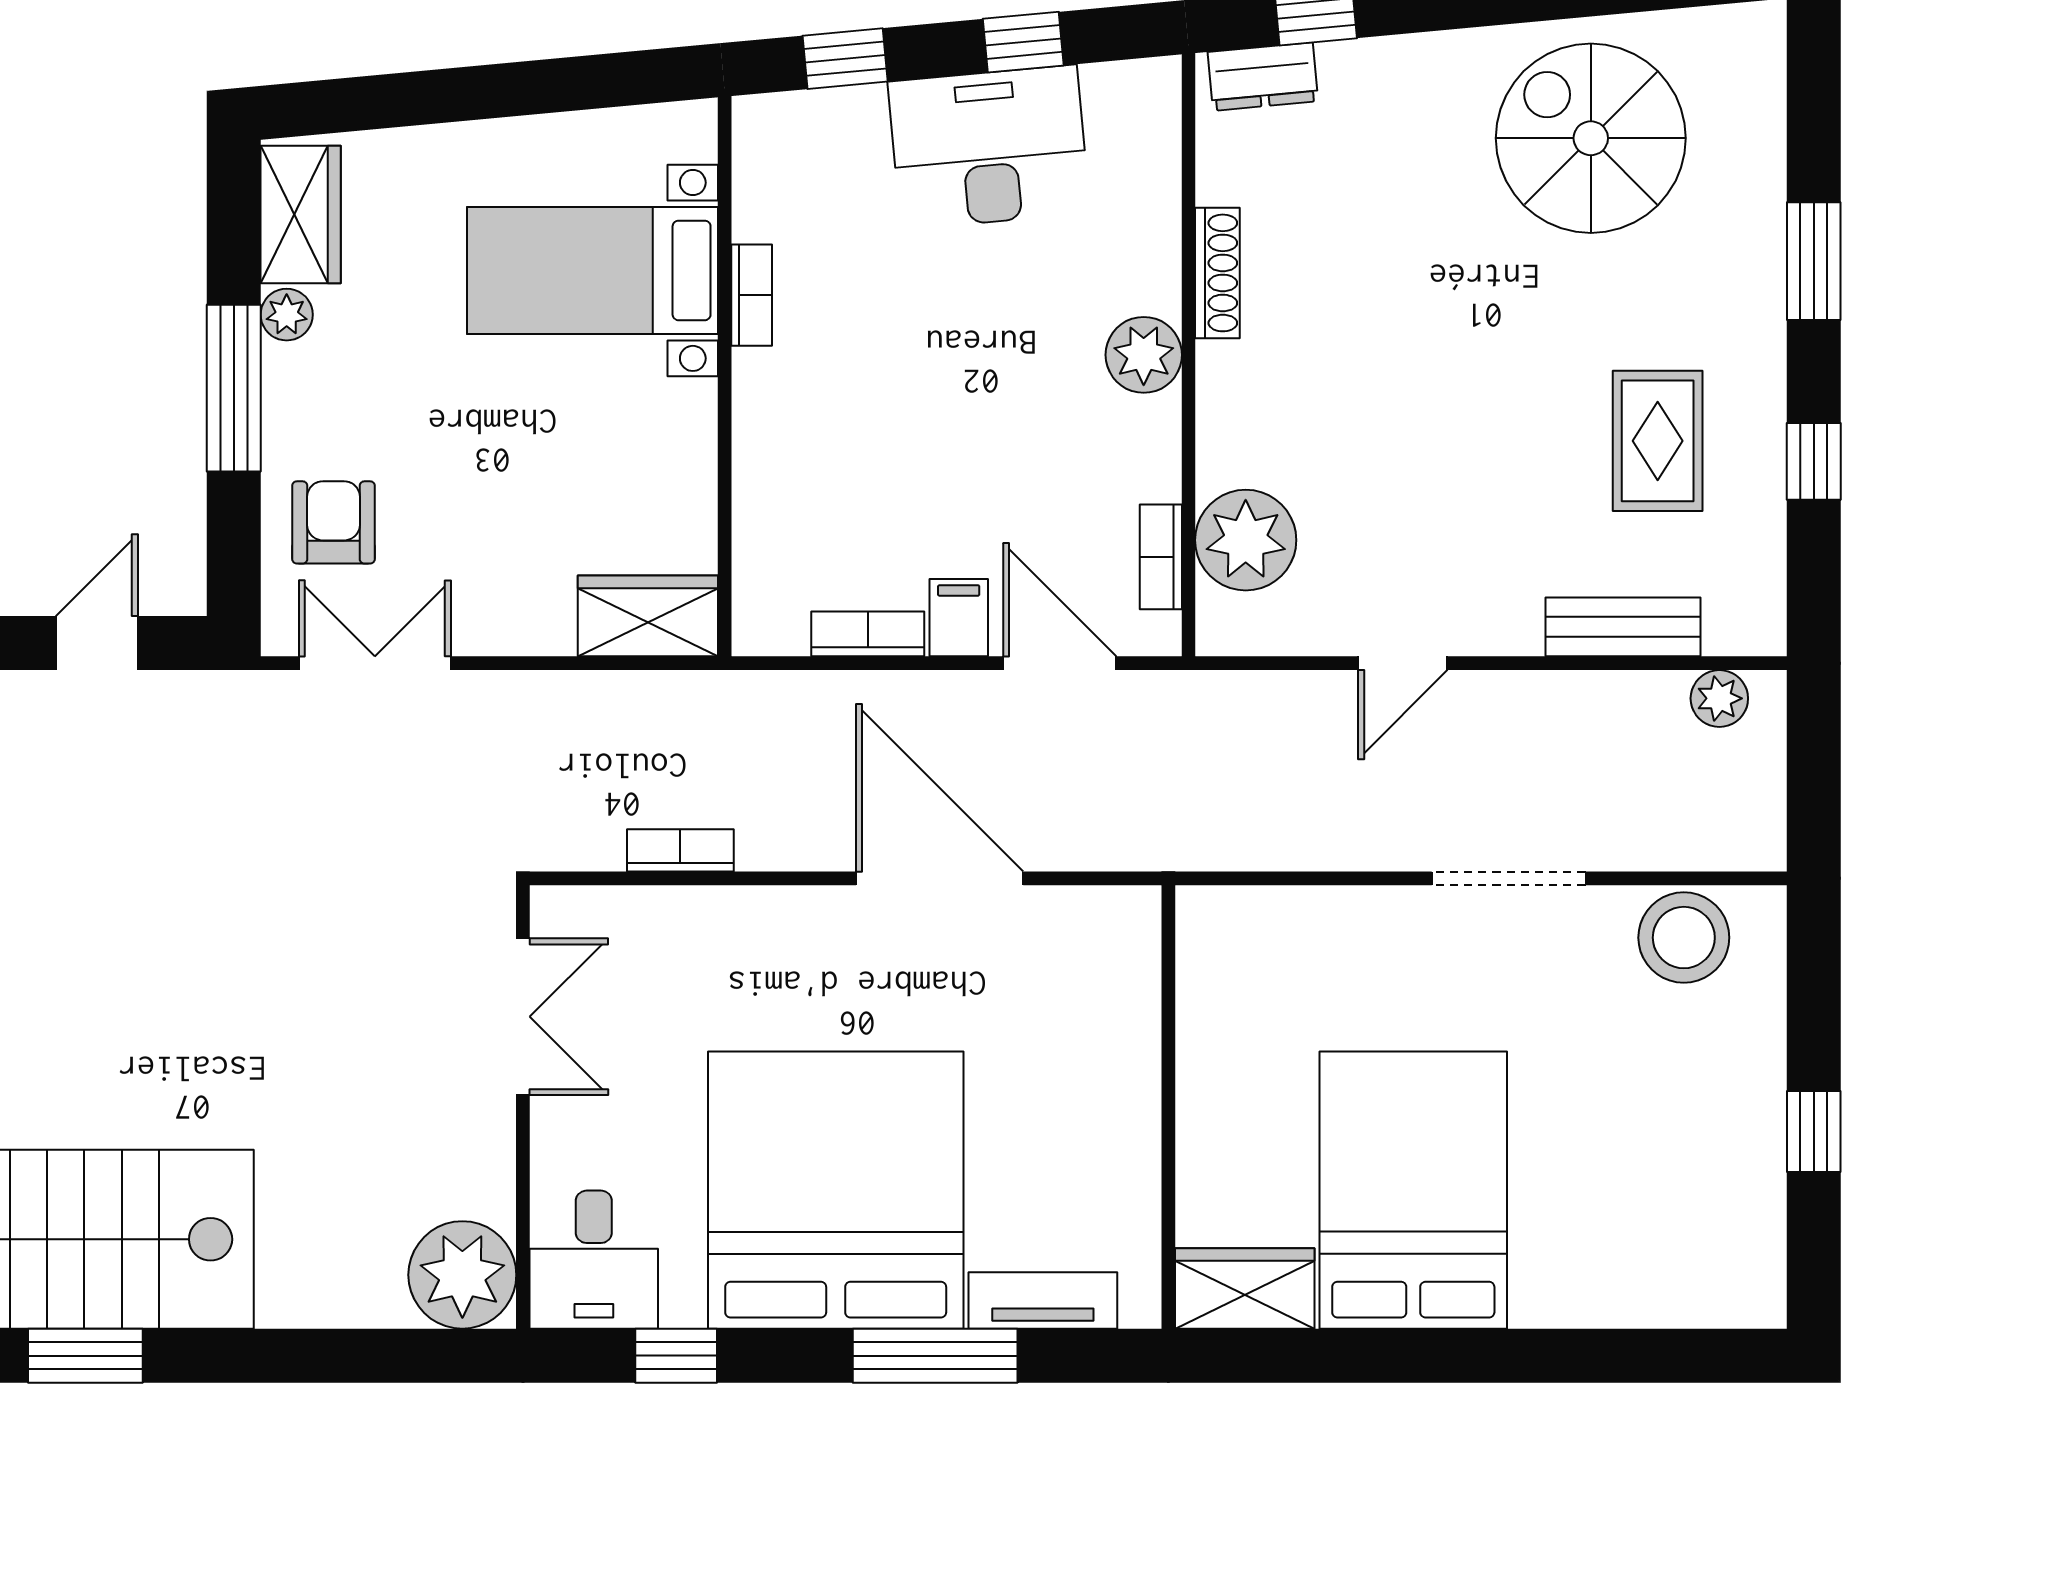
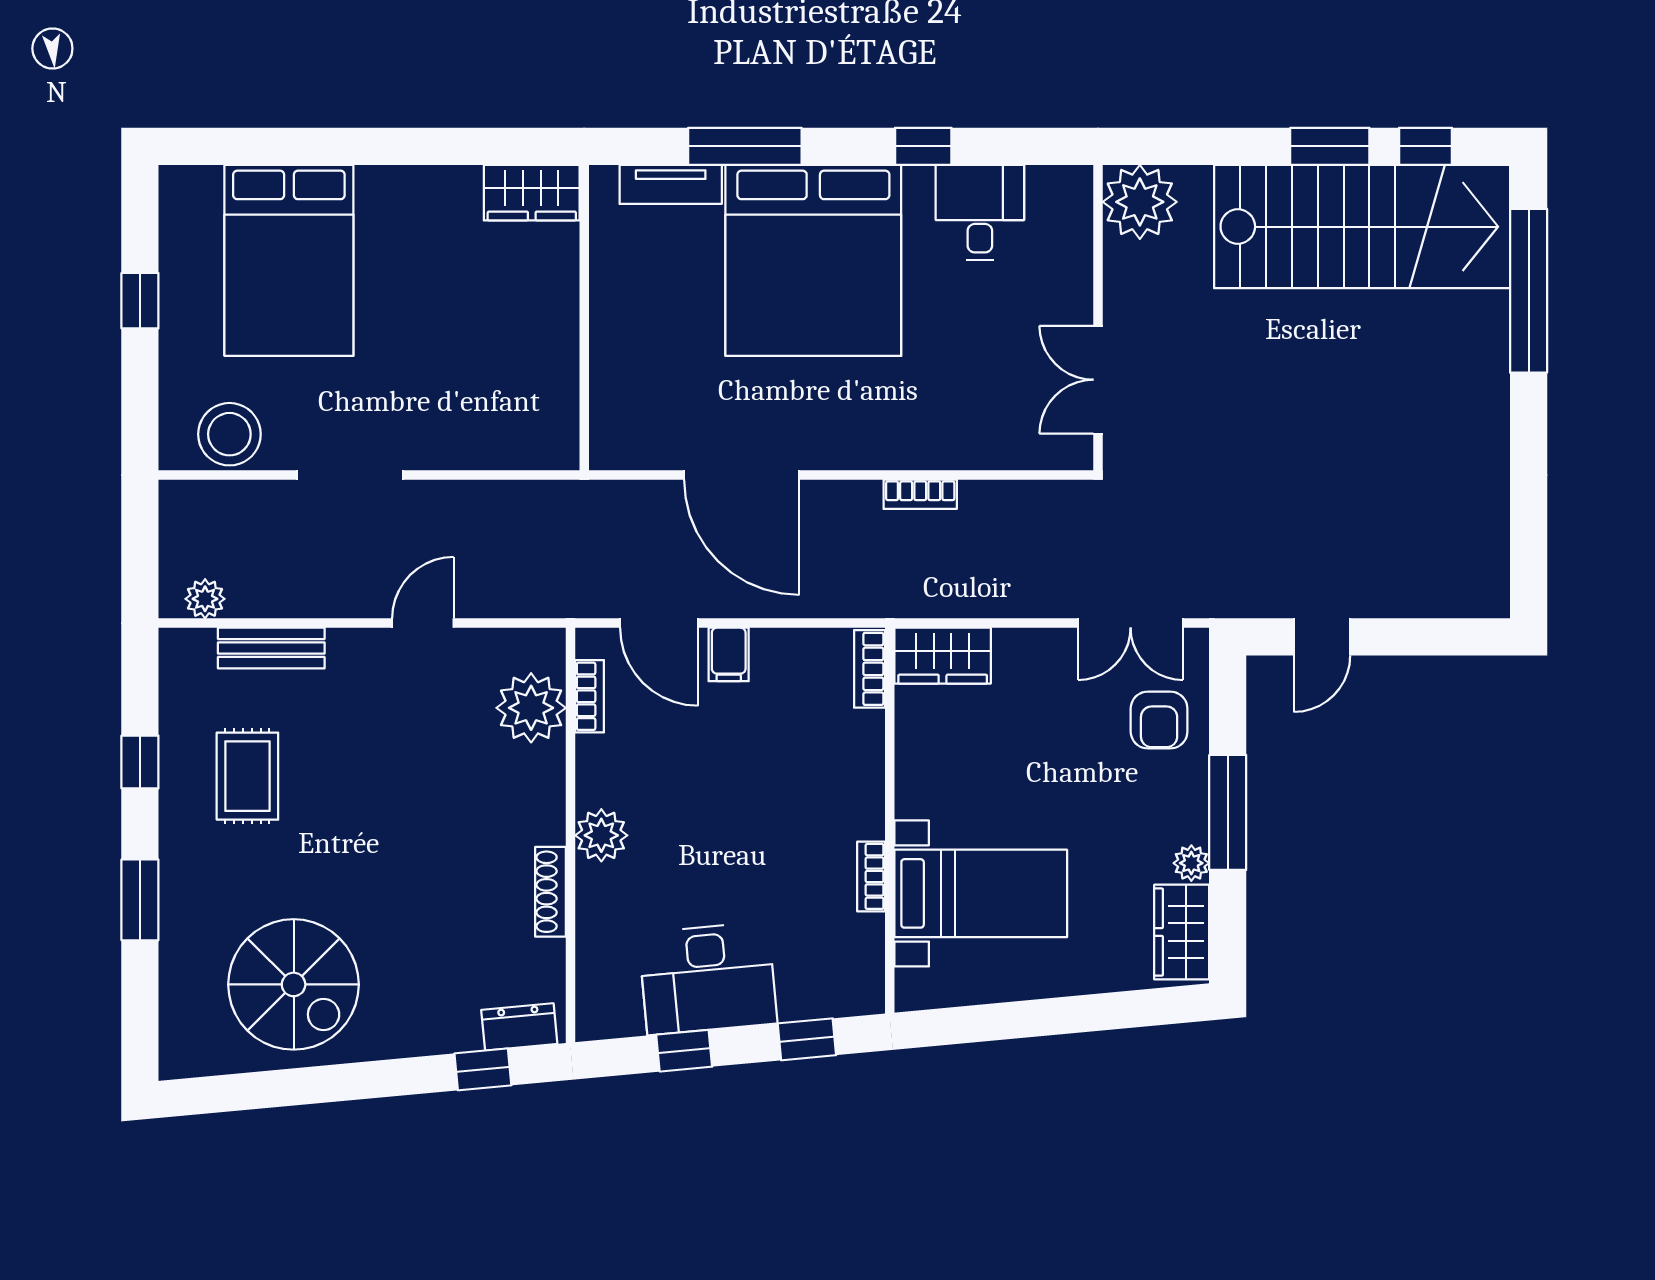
bookcase: (868, 634) -> (870, 669), moved, turned 90
double door: (523, 1017) -> (1098, 380), moved
wall: (523, 1107) -> (1098, 318), moved
bed: (1413, 1190) -> (289, 260), moved
plant: (462, 1275) -> (1140, 202), moved

